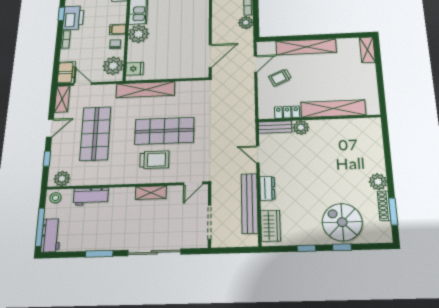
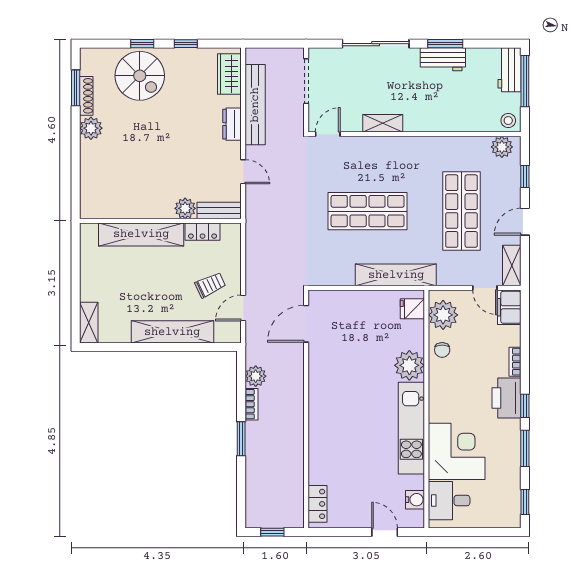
filing cabinet: (118, 29) -> (440, 375), removed
trolley: (154, 160) -> (380, 169), removed
workbench: (91, 197) -> (443, 59), moved, turned 180

